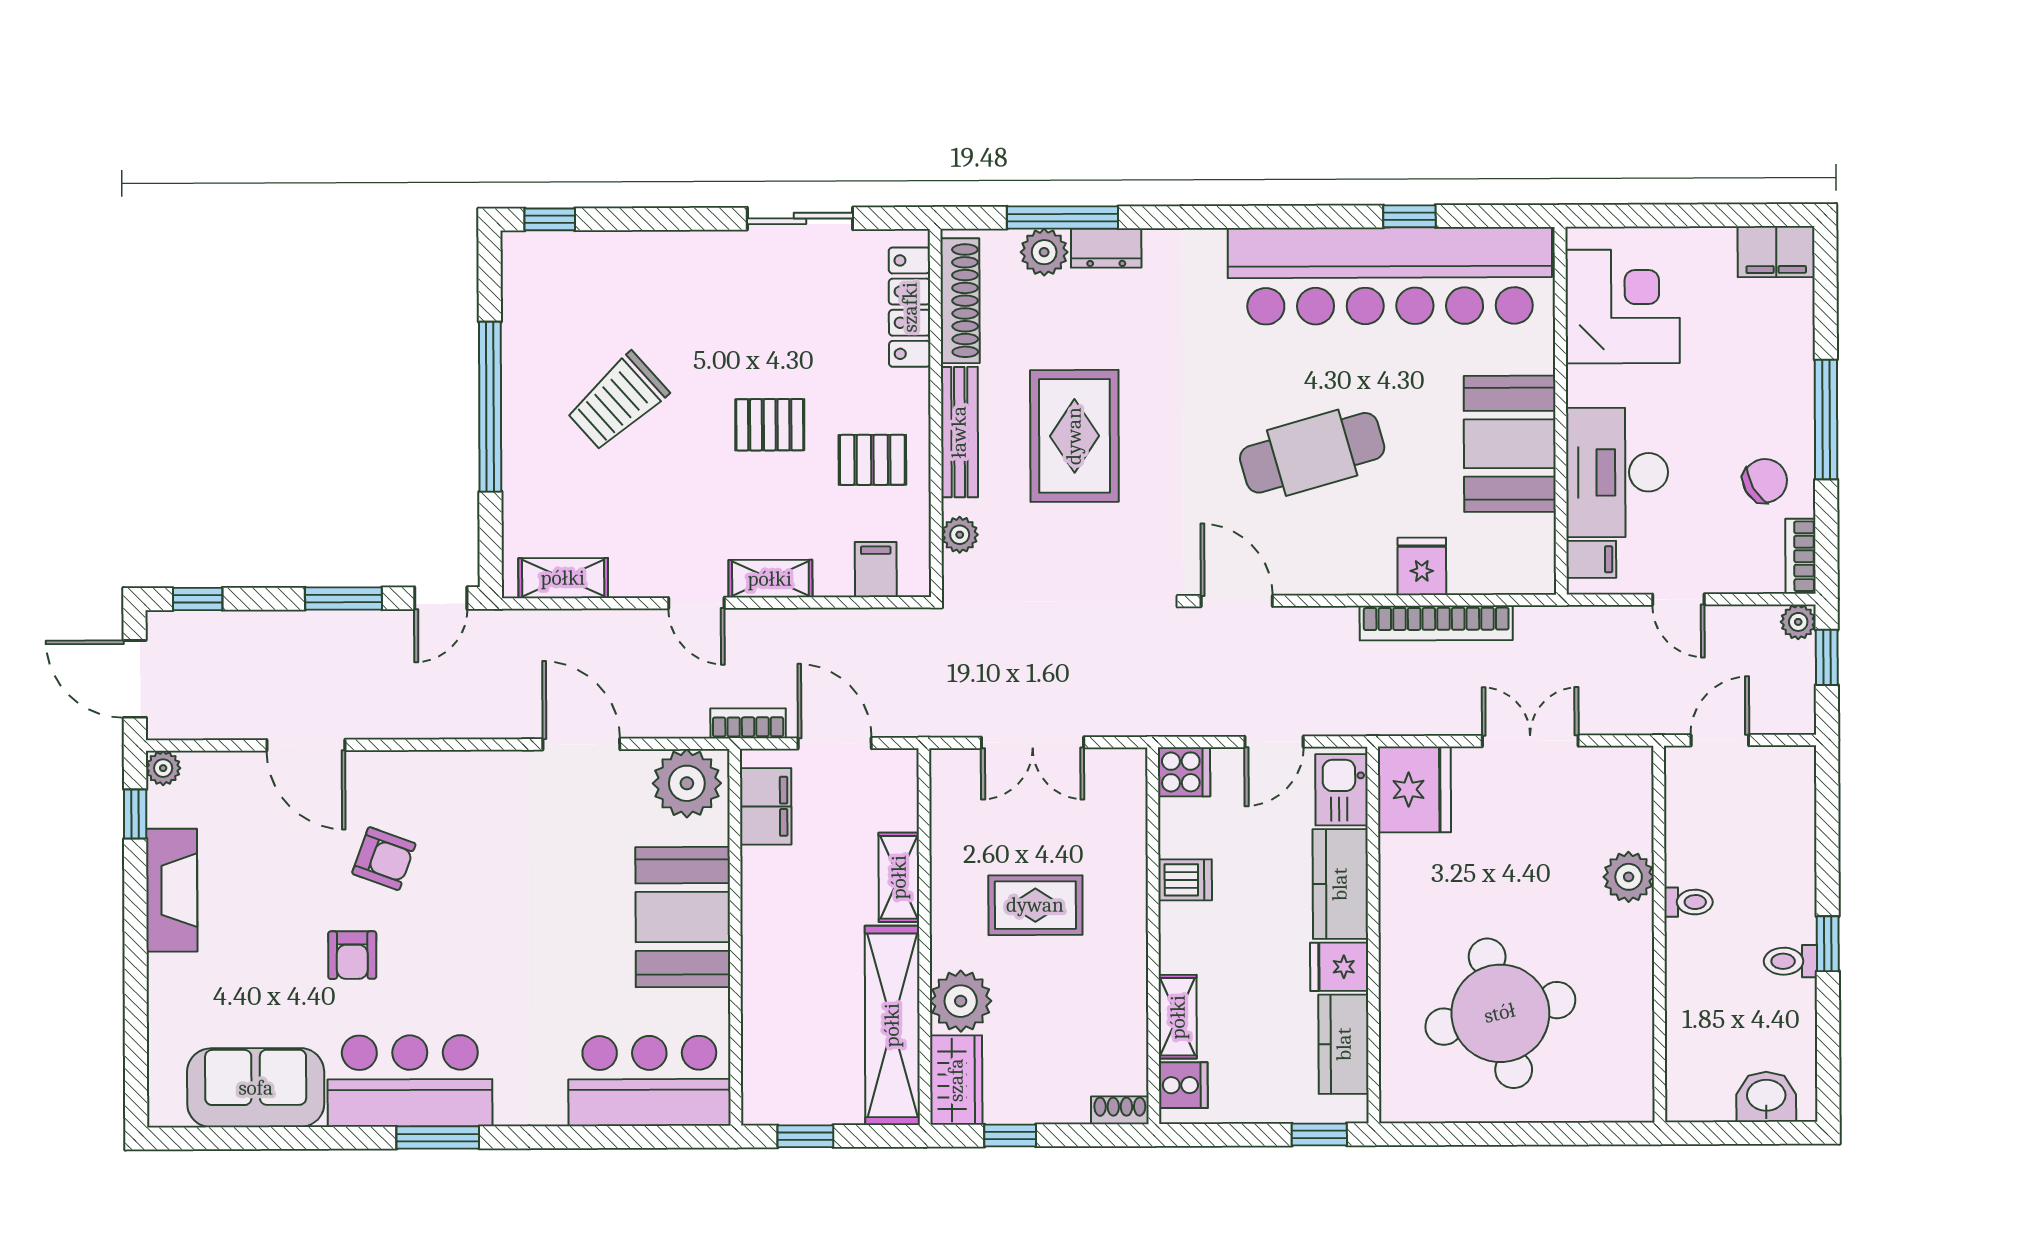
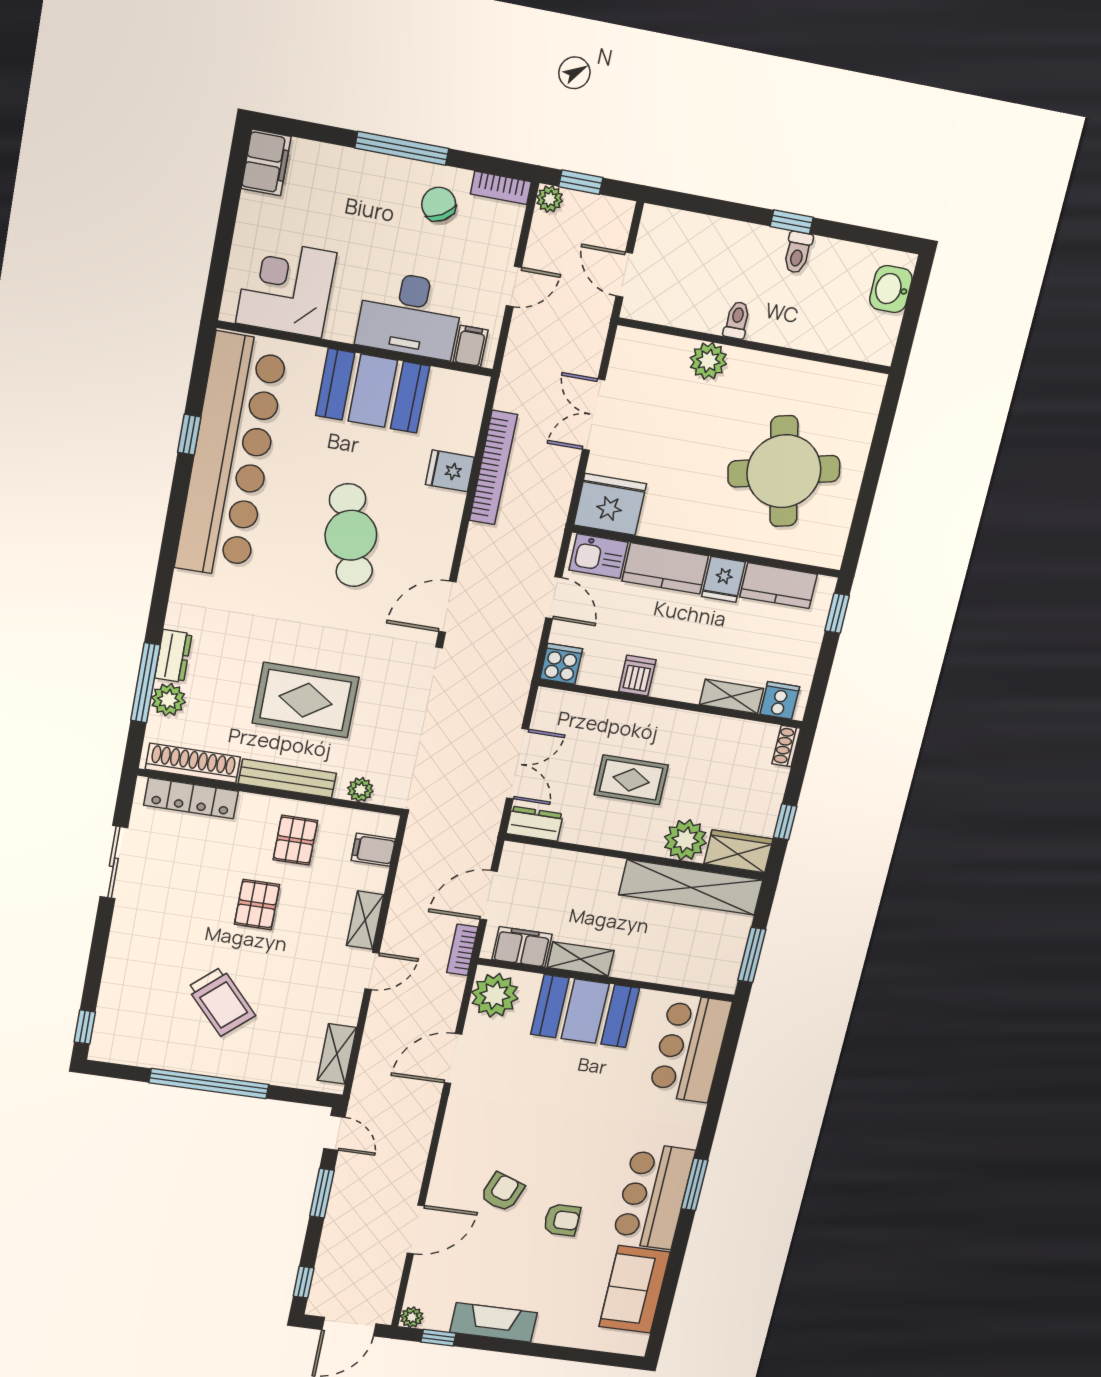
dresser: (950, 785) -> (535, 824), added
shelving: (899, 877) -> (581, 959), moved
rug: (1035, 905) -> (631, 780), turned 90
window: (805, 1136) -> (752, 955), width x1.50

